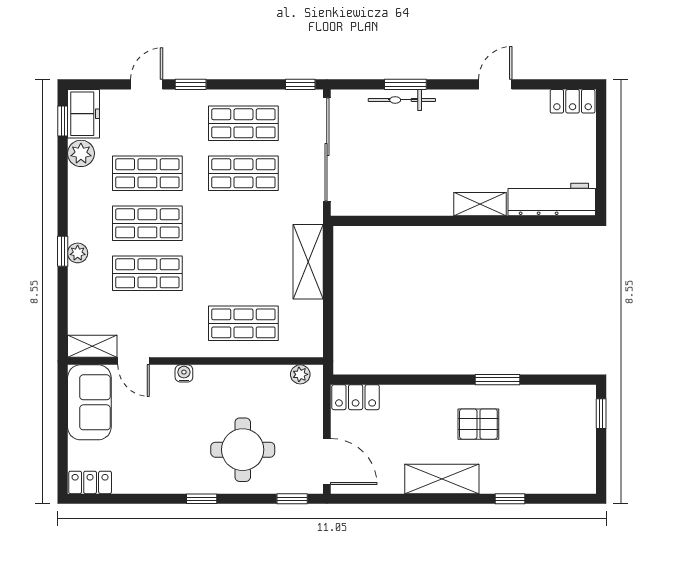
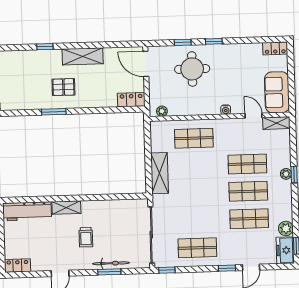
trolley: (446, 149) -> (86, 237), added
shop shelf: (243, 173) -> (196, 220), removed
window: (292, 499) -> (183, 42), moved

